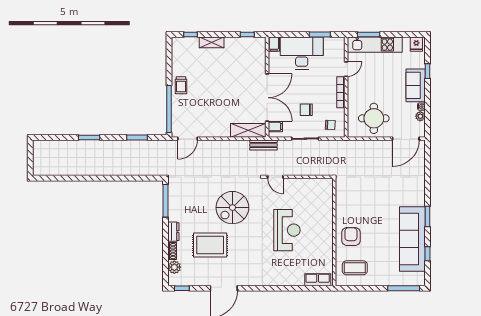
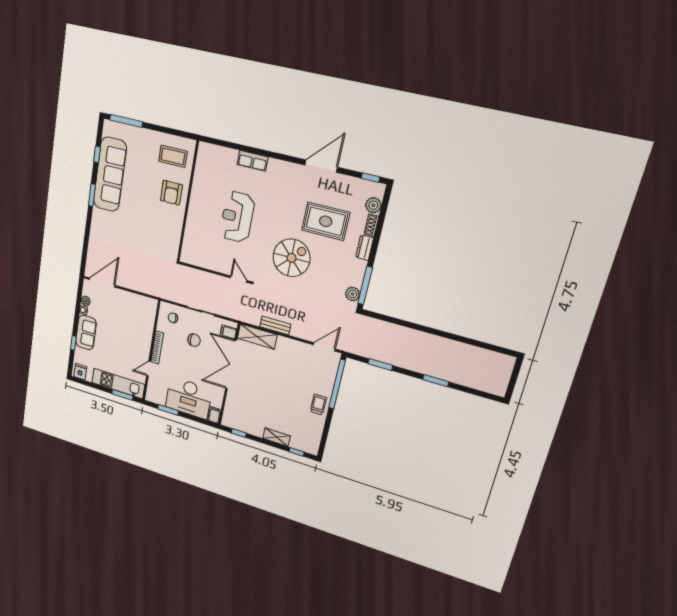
round table: (374, 118) -> (130, 312), removed
bench: (263, 145) -> (275, 326), moved
plant: (174, 191) -> (353, 294), added
row of seats: (318, 280) -> (253, 161), moved

